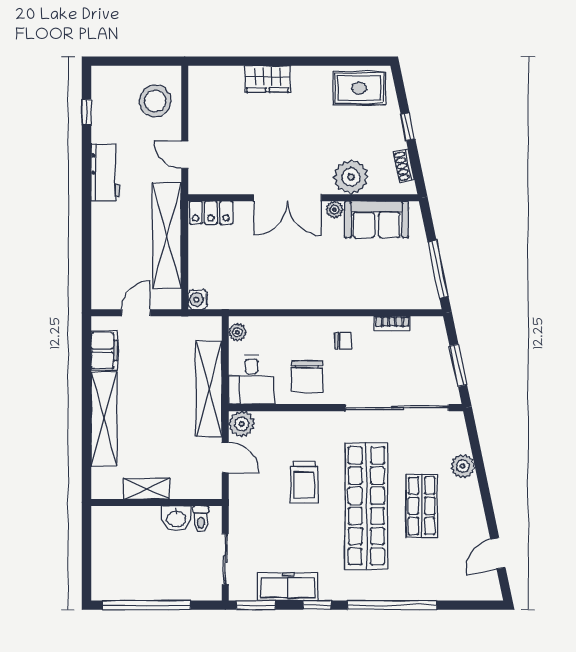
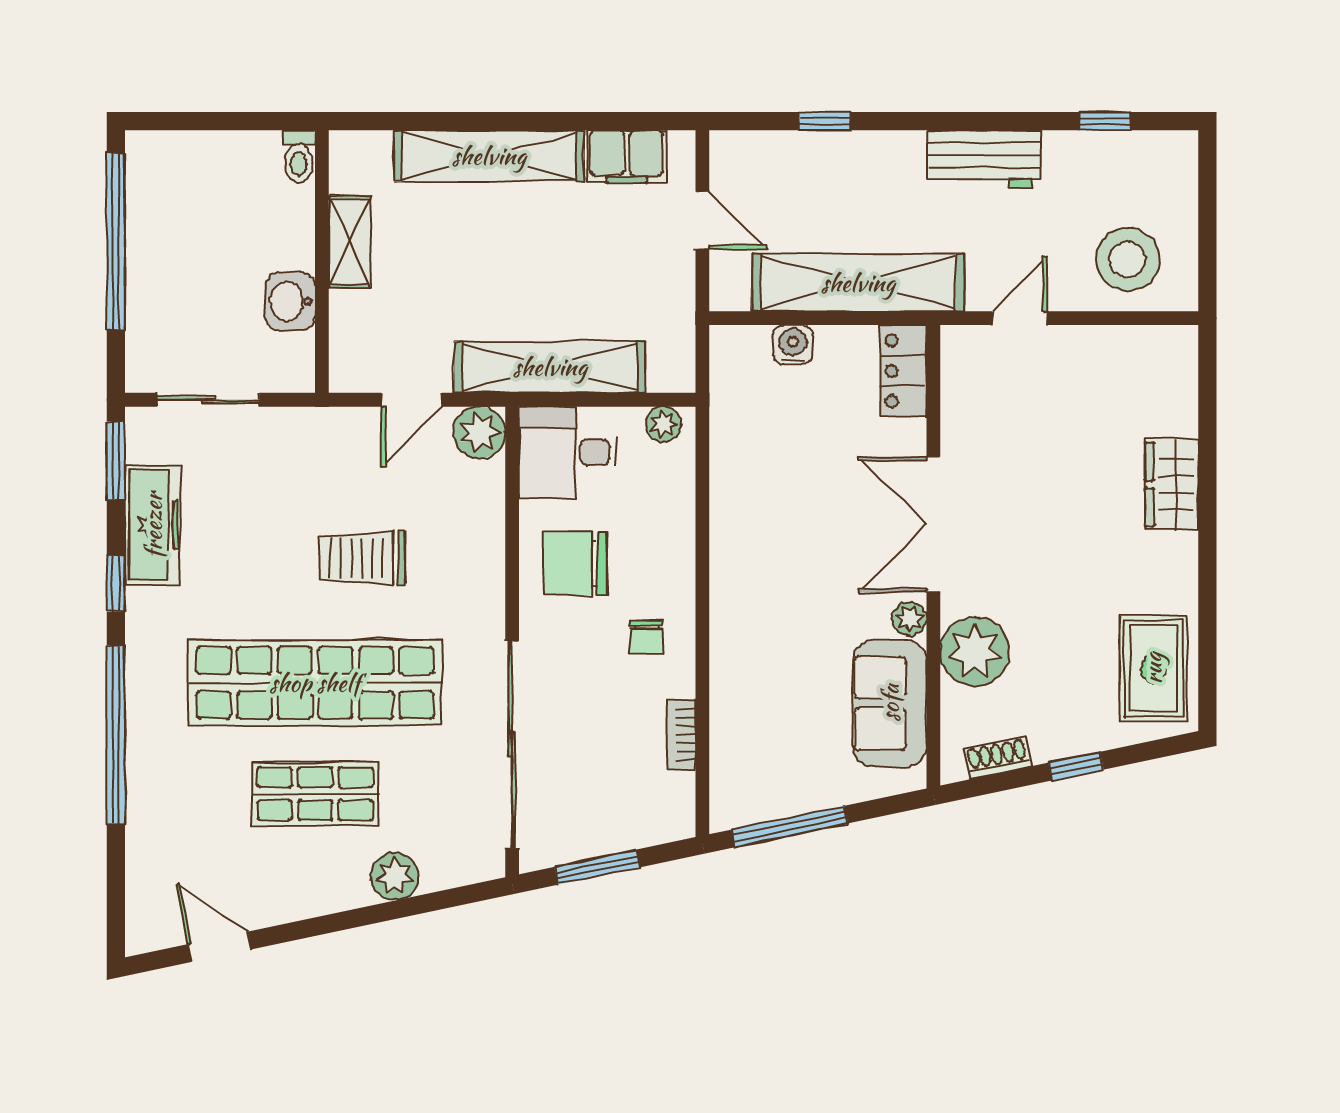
window: (86, 252) -> (825, 121), added
water cooler: (198, 300) -> (793, 345), moved
toilet: (201, 519) -> (299, 157), moved, turned -90

